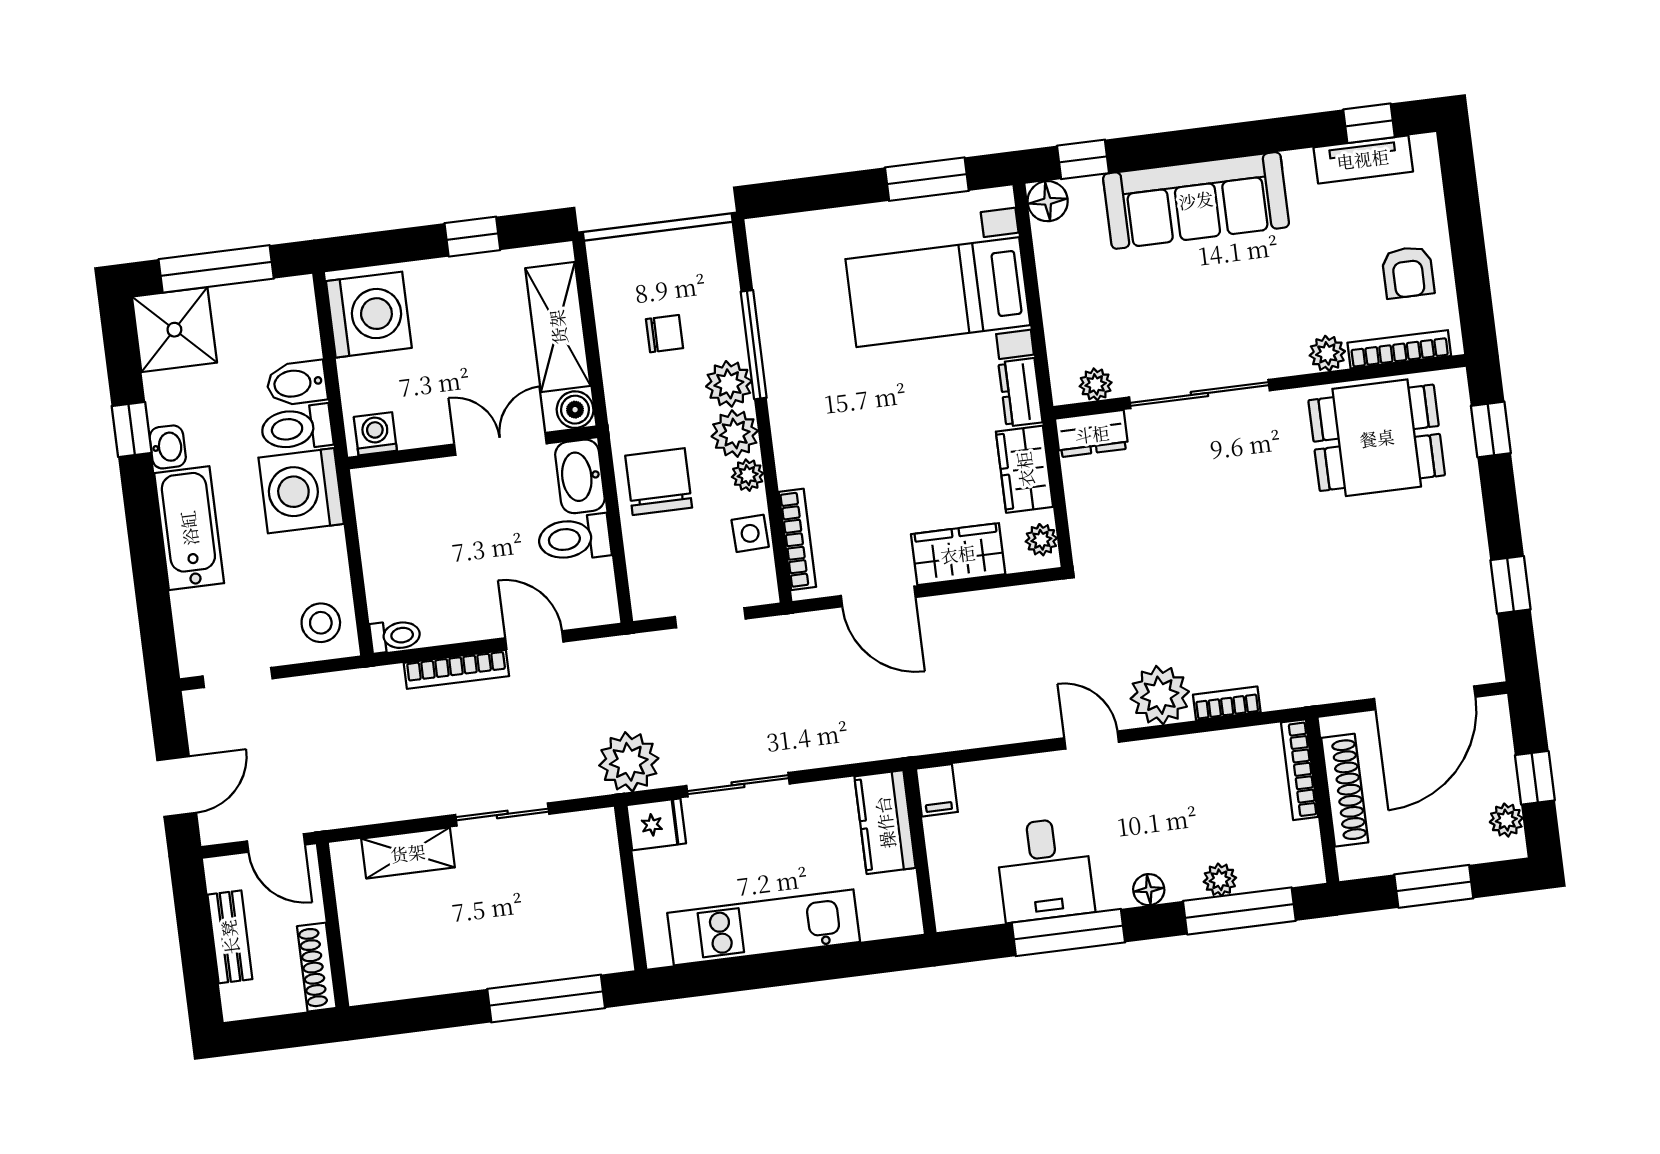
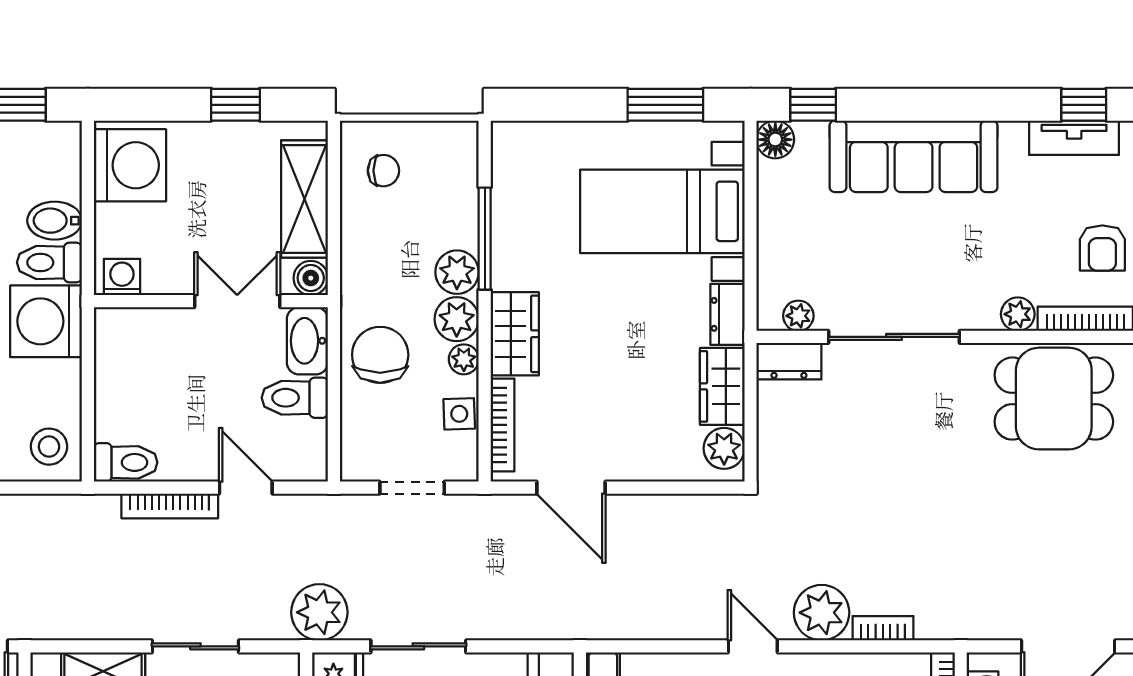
chair: (665, 334) -> (383, 171), moved
plant: (1041, 540) -> (724, 448), width x1.38, depth x1.38
wardrobe: (958, 554) -> (515, 334), moved, turned 90
toilet: (395, 636) -> (126, 462), width x1.37, depth x1.39

